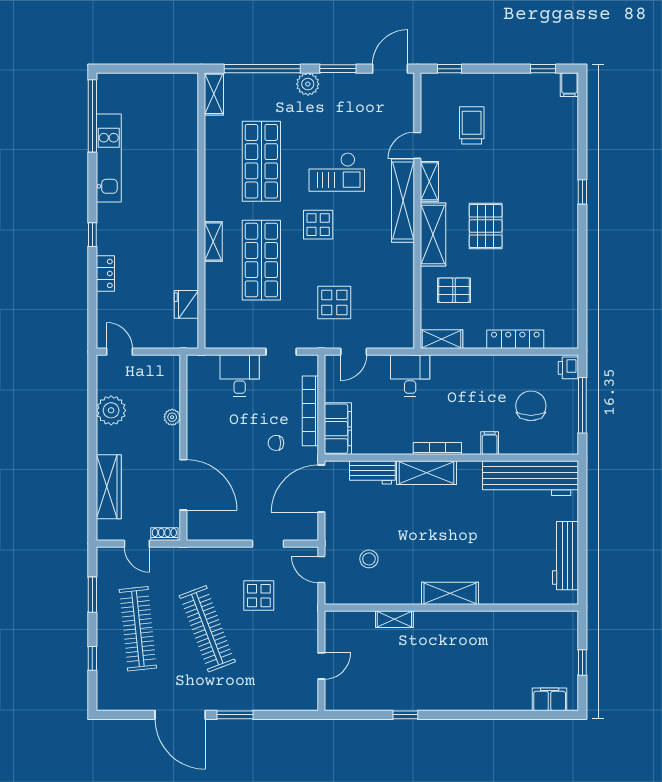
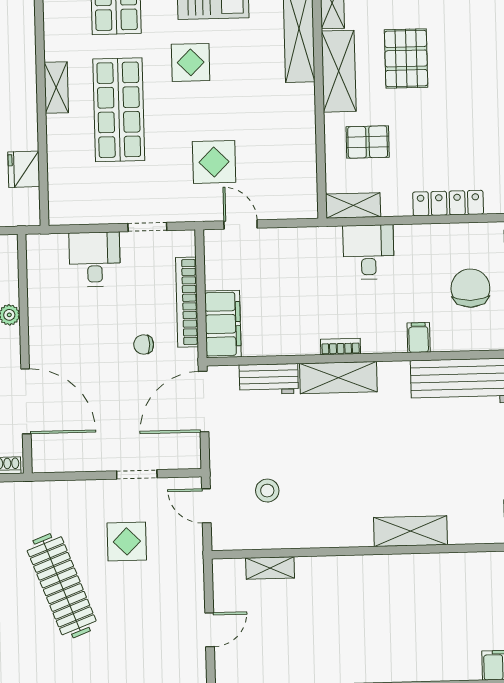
door: (354, 352) -> (241, 224), swing flipped
desk: (410, 376) -> (368, 252), moved
bookcase: (437, 449) -> (340, 347), width x0.64
shelving: (450, 593) -> (410, 531), moved
shelving: (394, 619) -> (270, 568), moved

